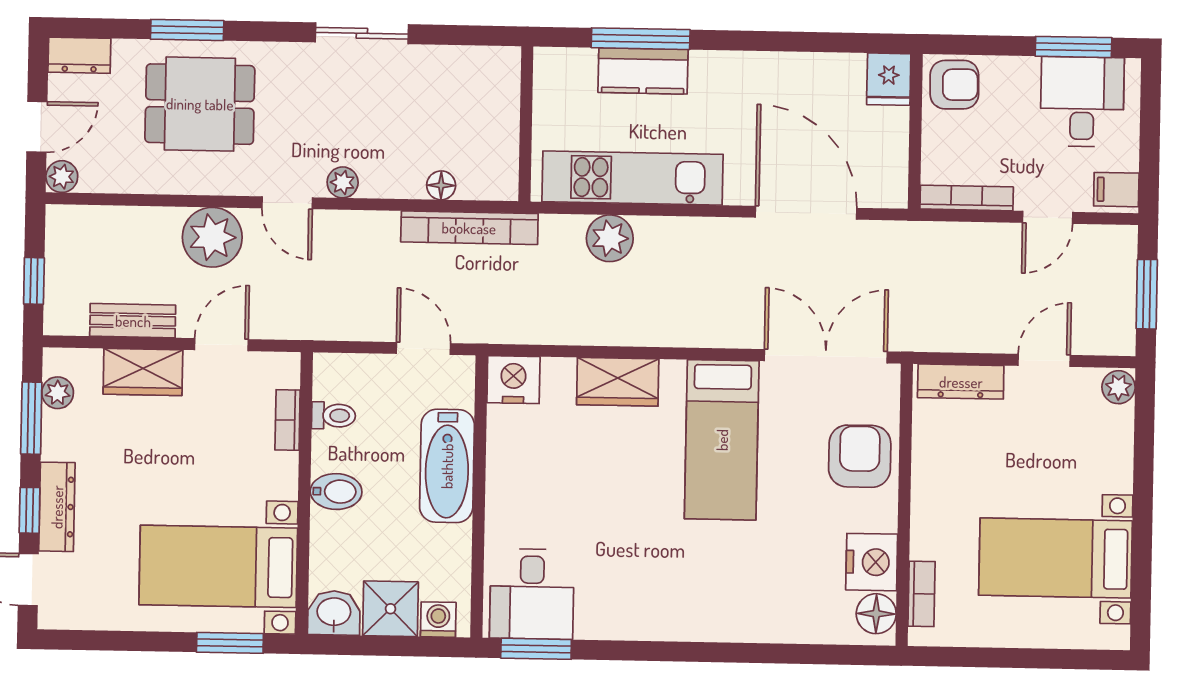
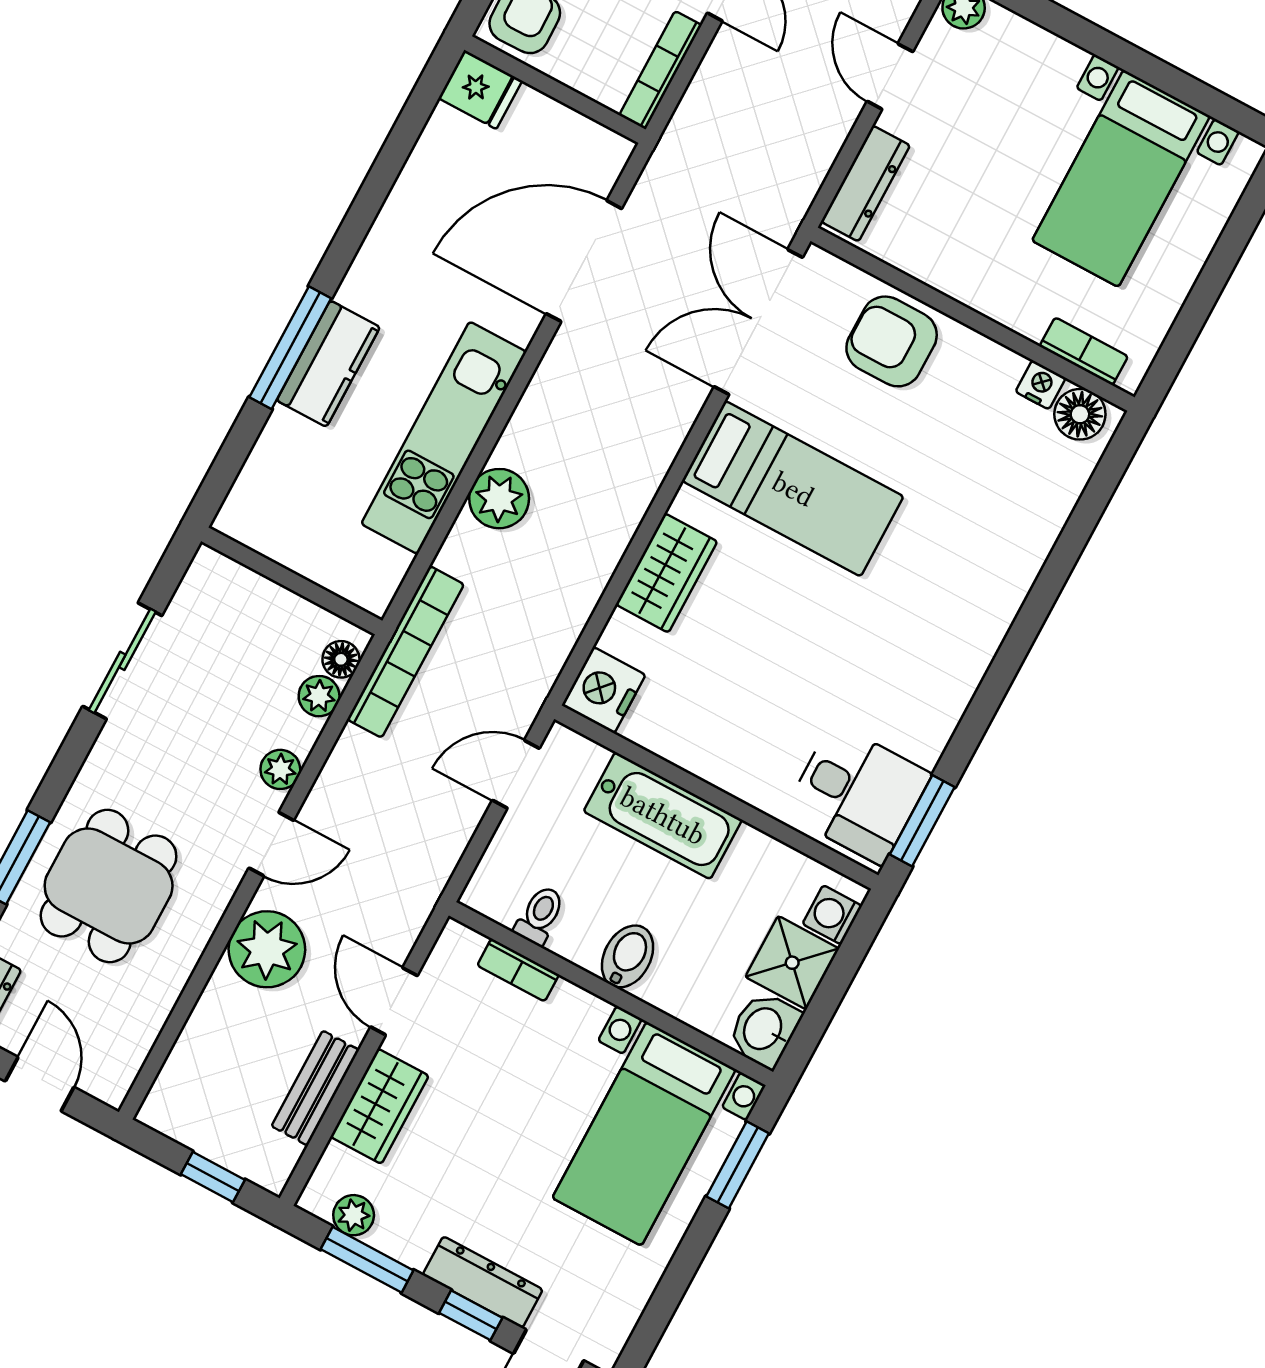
wall: (526, 124) -> (292, 581), moved
plant: (62, 177) -> (319, 696), moved
nightstand: (872, 562) -> (1041, 385), width x0.53, depth x0.56

